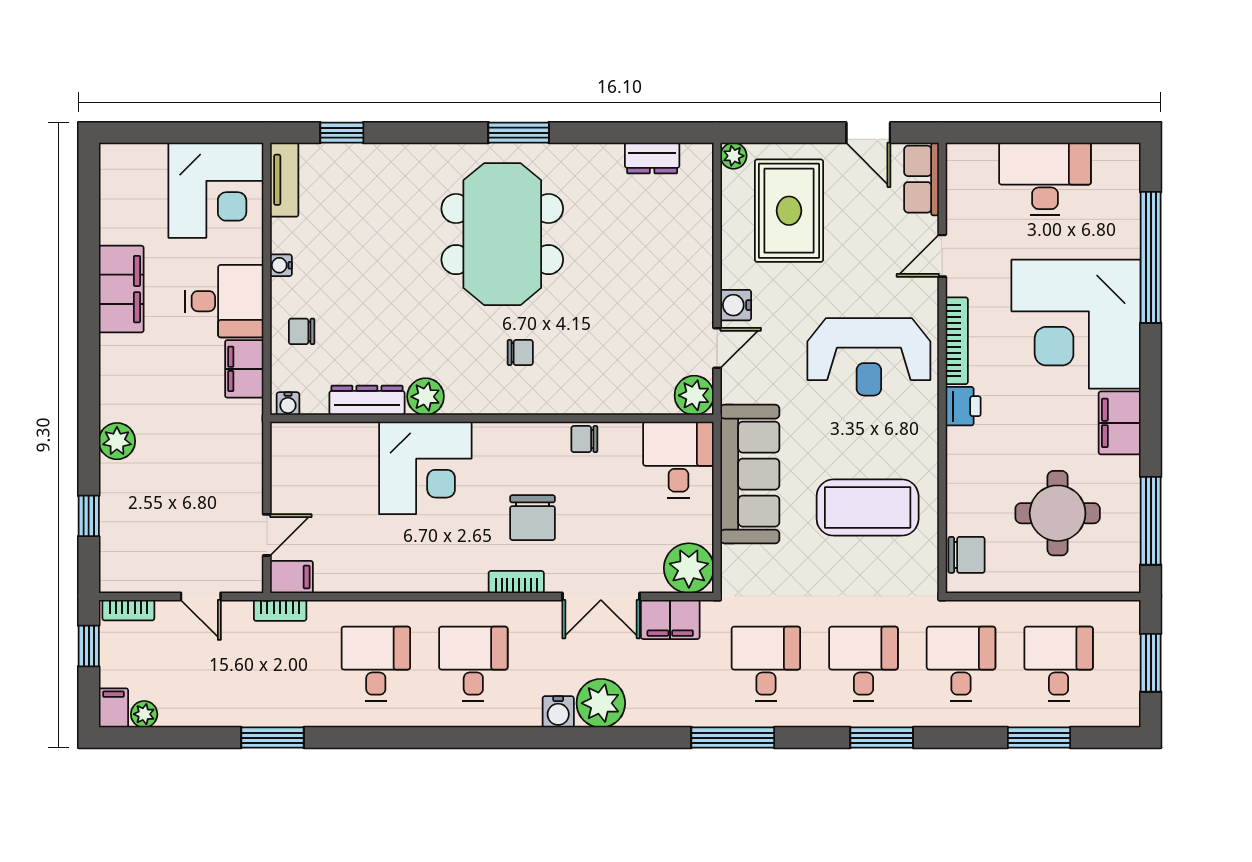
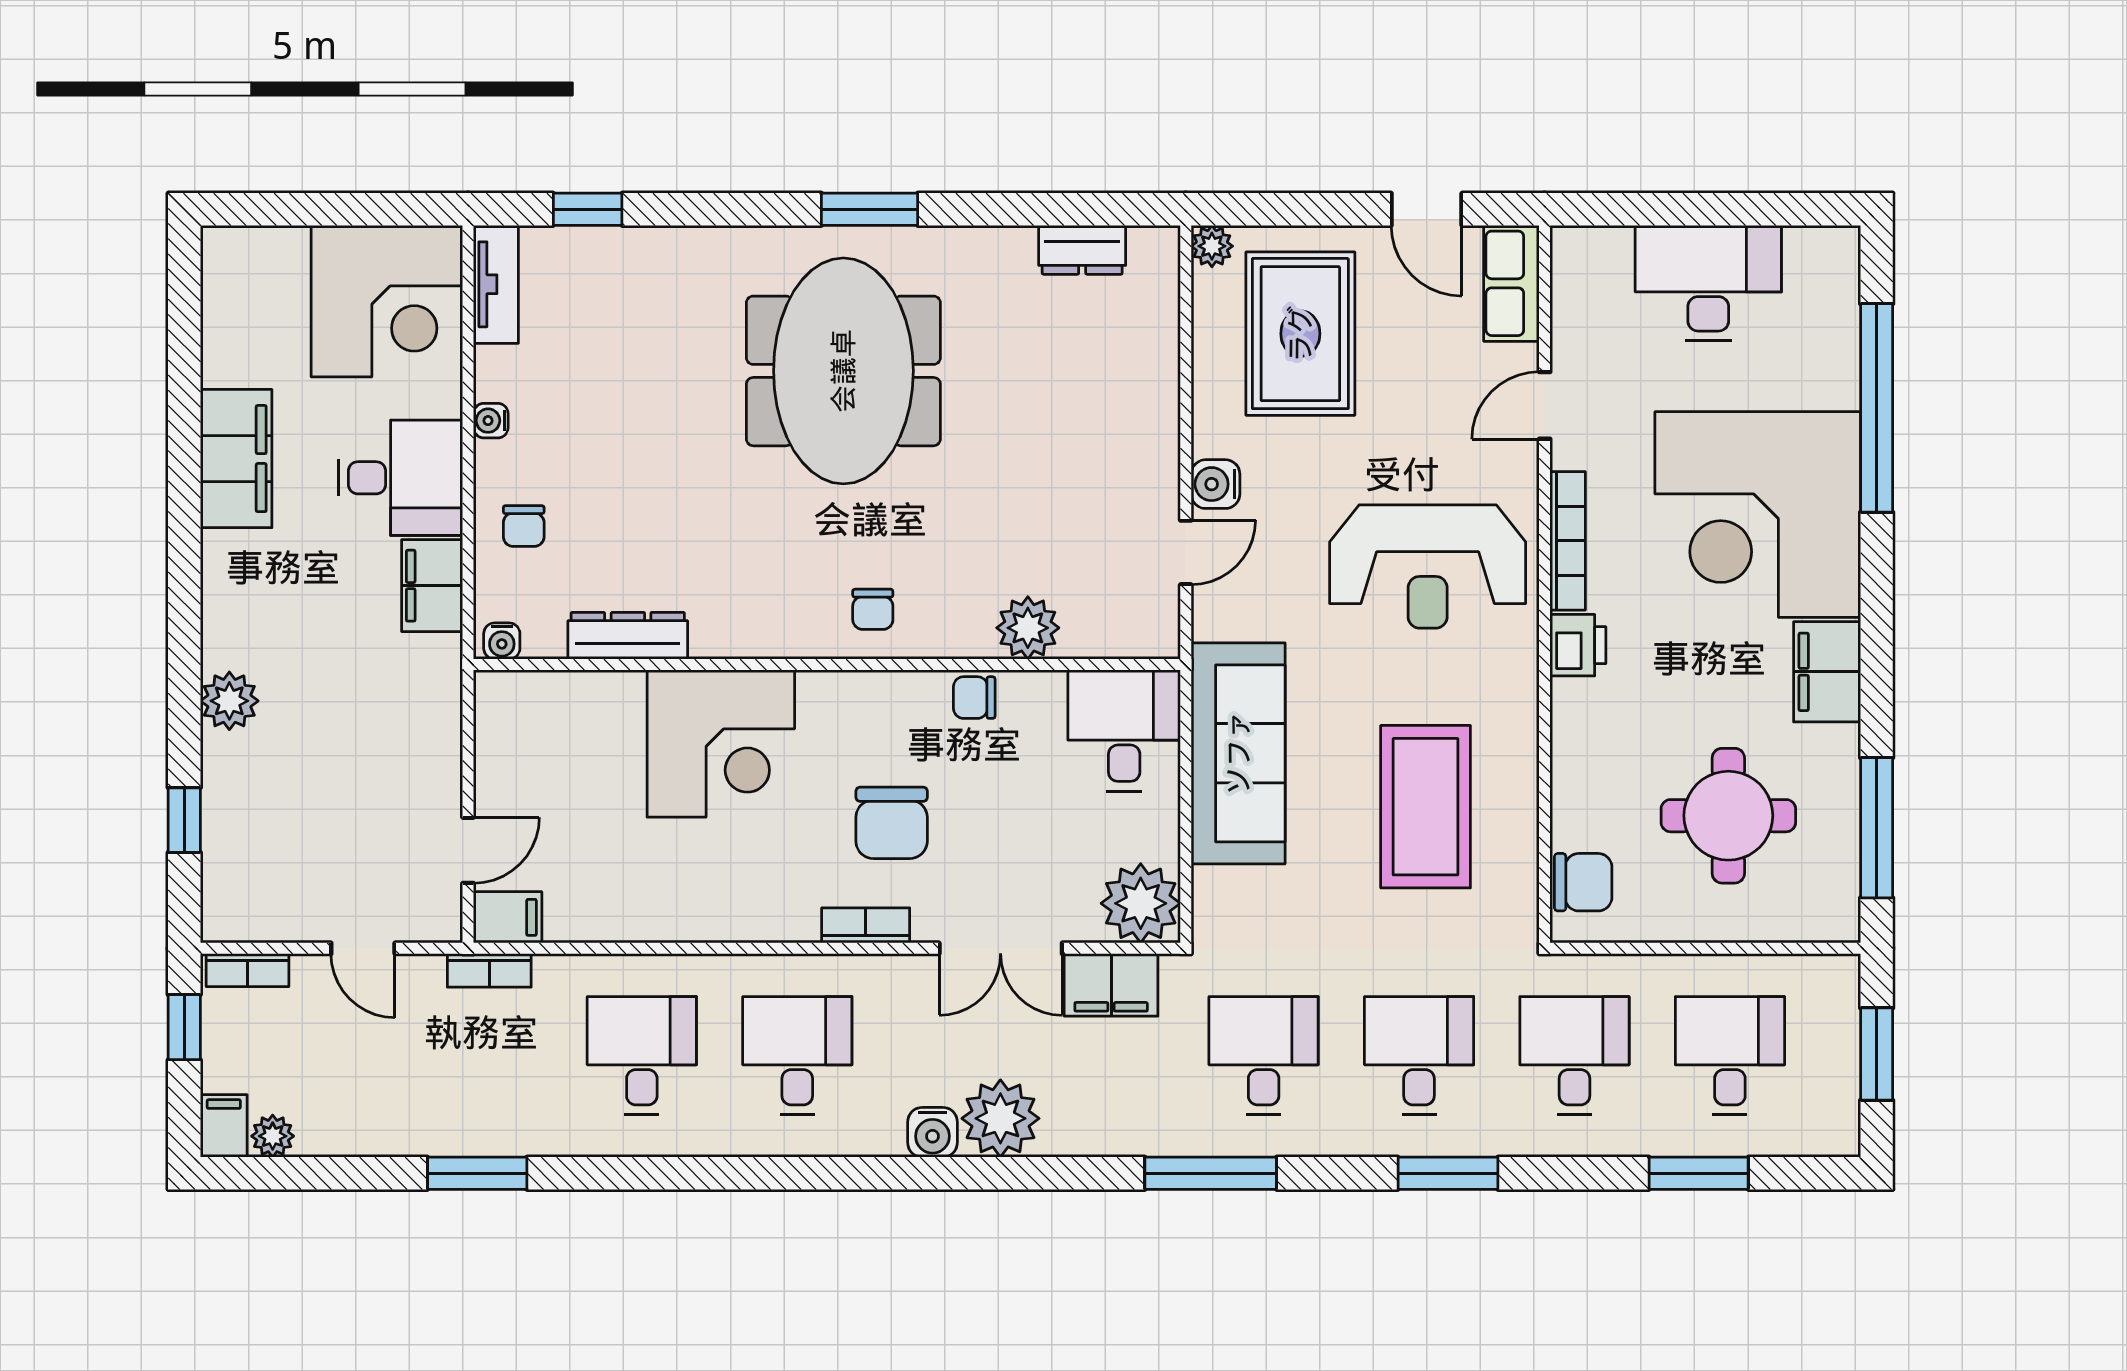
chair: (302, 331) -> (524, 526), turned -90
chair: (520, 353) -> (873, 609), moved, turned 90
plant: (694, 395) -> (1028, 628), moved
plant: (426, 397) -> (721, 630), removed
coffee table: (868, 508) -> (1426, 807), turned 90

